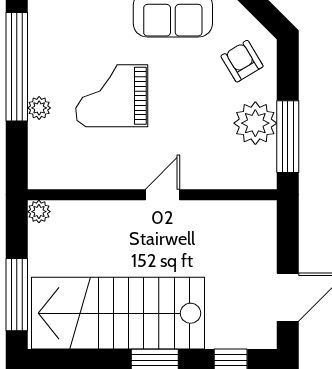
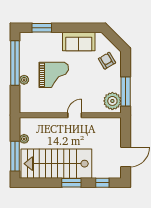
grand piano: (112, 96) -> (54, 75), turned 180
plant: (255, 123) -> (112, 101), moved
plant: (39, 212) -> (24, 139), moved

